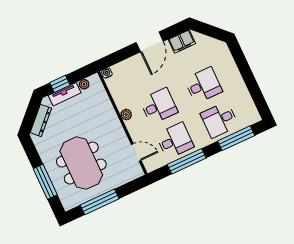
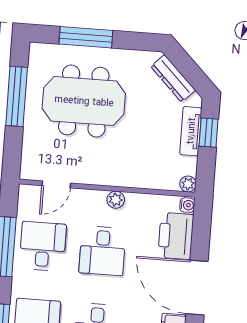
door: (150, 42) -> (197, 288), width x1.36
printer: (128, 70) -> (176, 236), added
plant: (84, 84) -> (188, 184), moved
desk: (175, 141) -> (43, 246), turned 180

